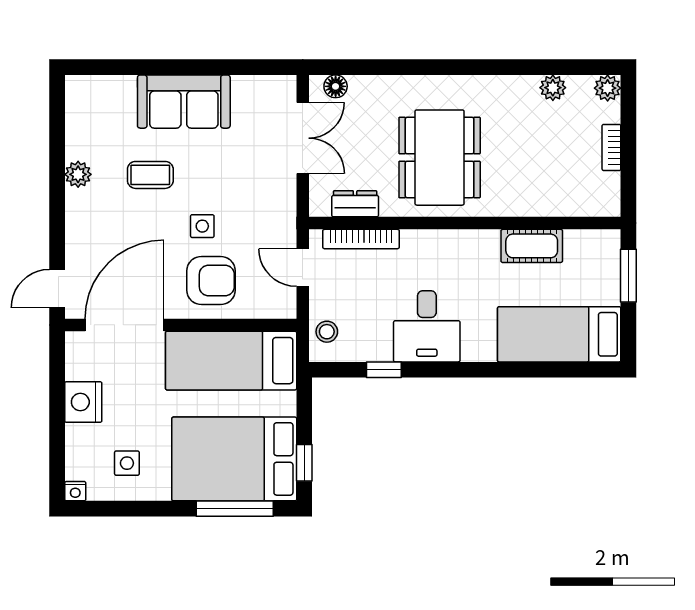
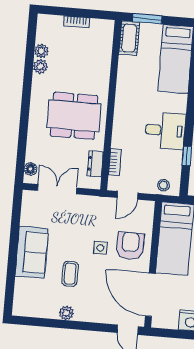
plant: (608, 88) -> (40, 66), moved
bookcase: (361, 239) -> (115, 162), width x0.64
cot: (532, 246) -> (129, 38), moved

